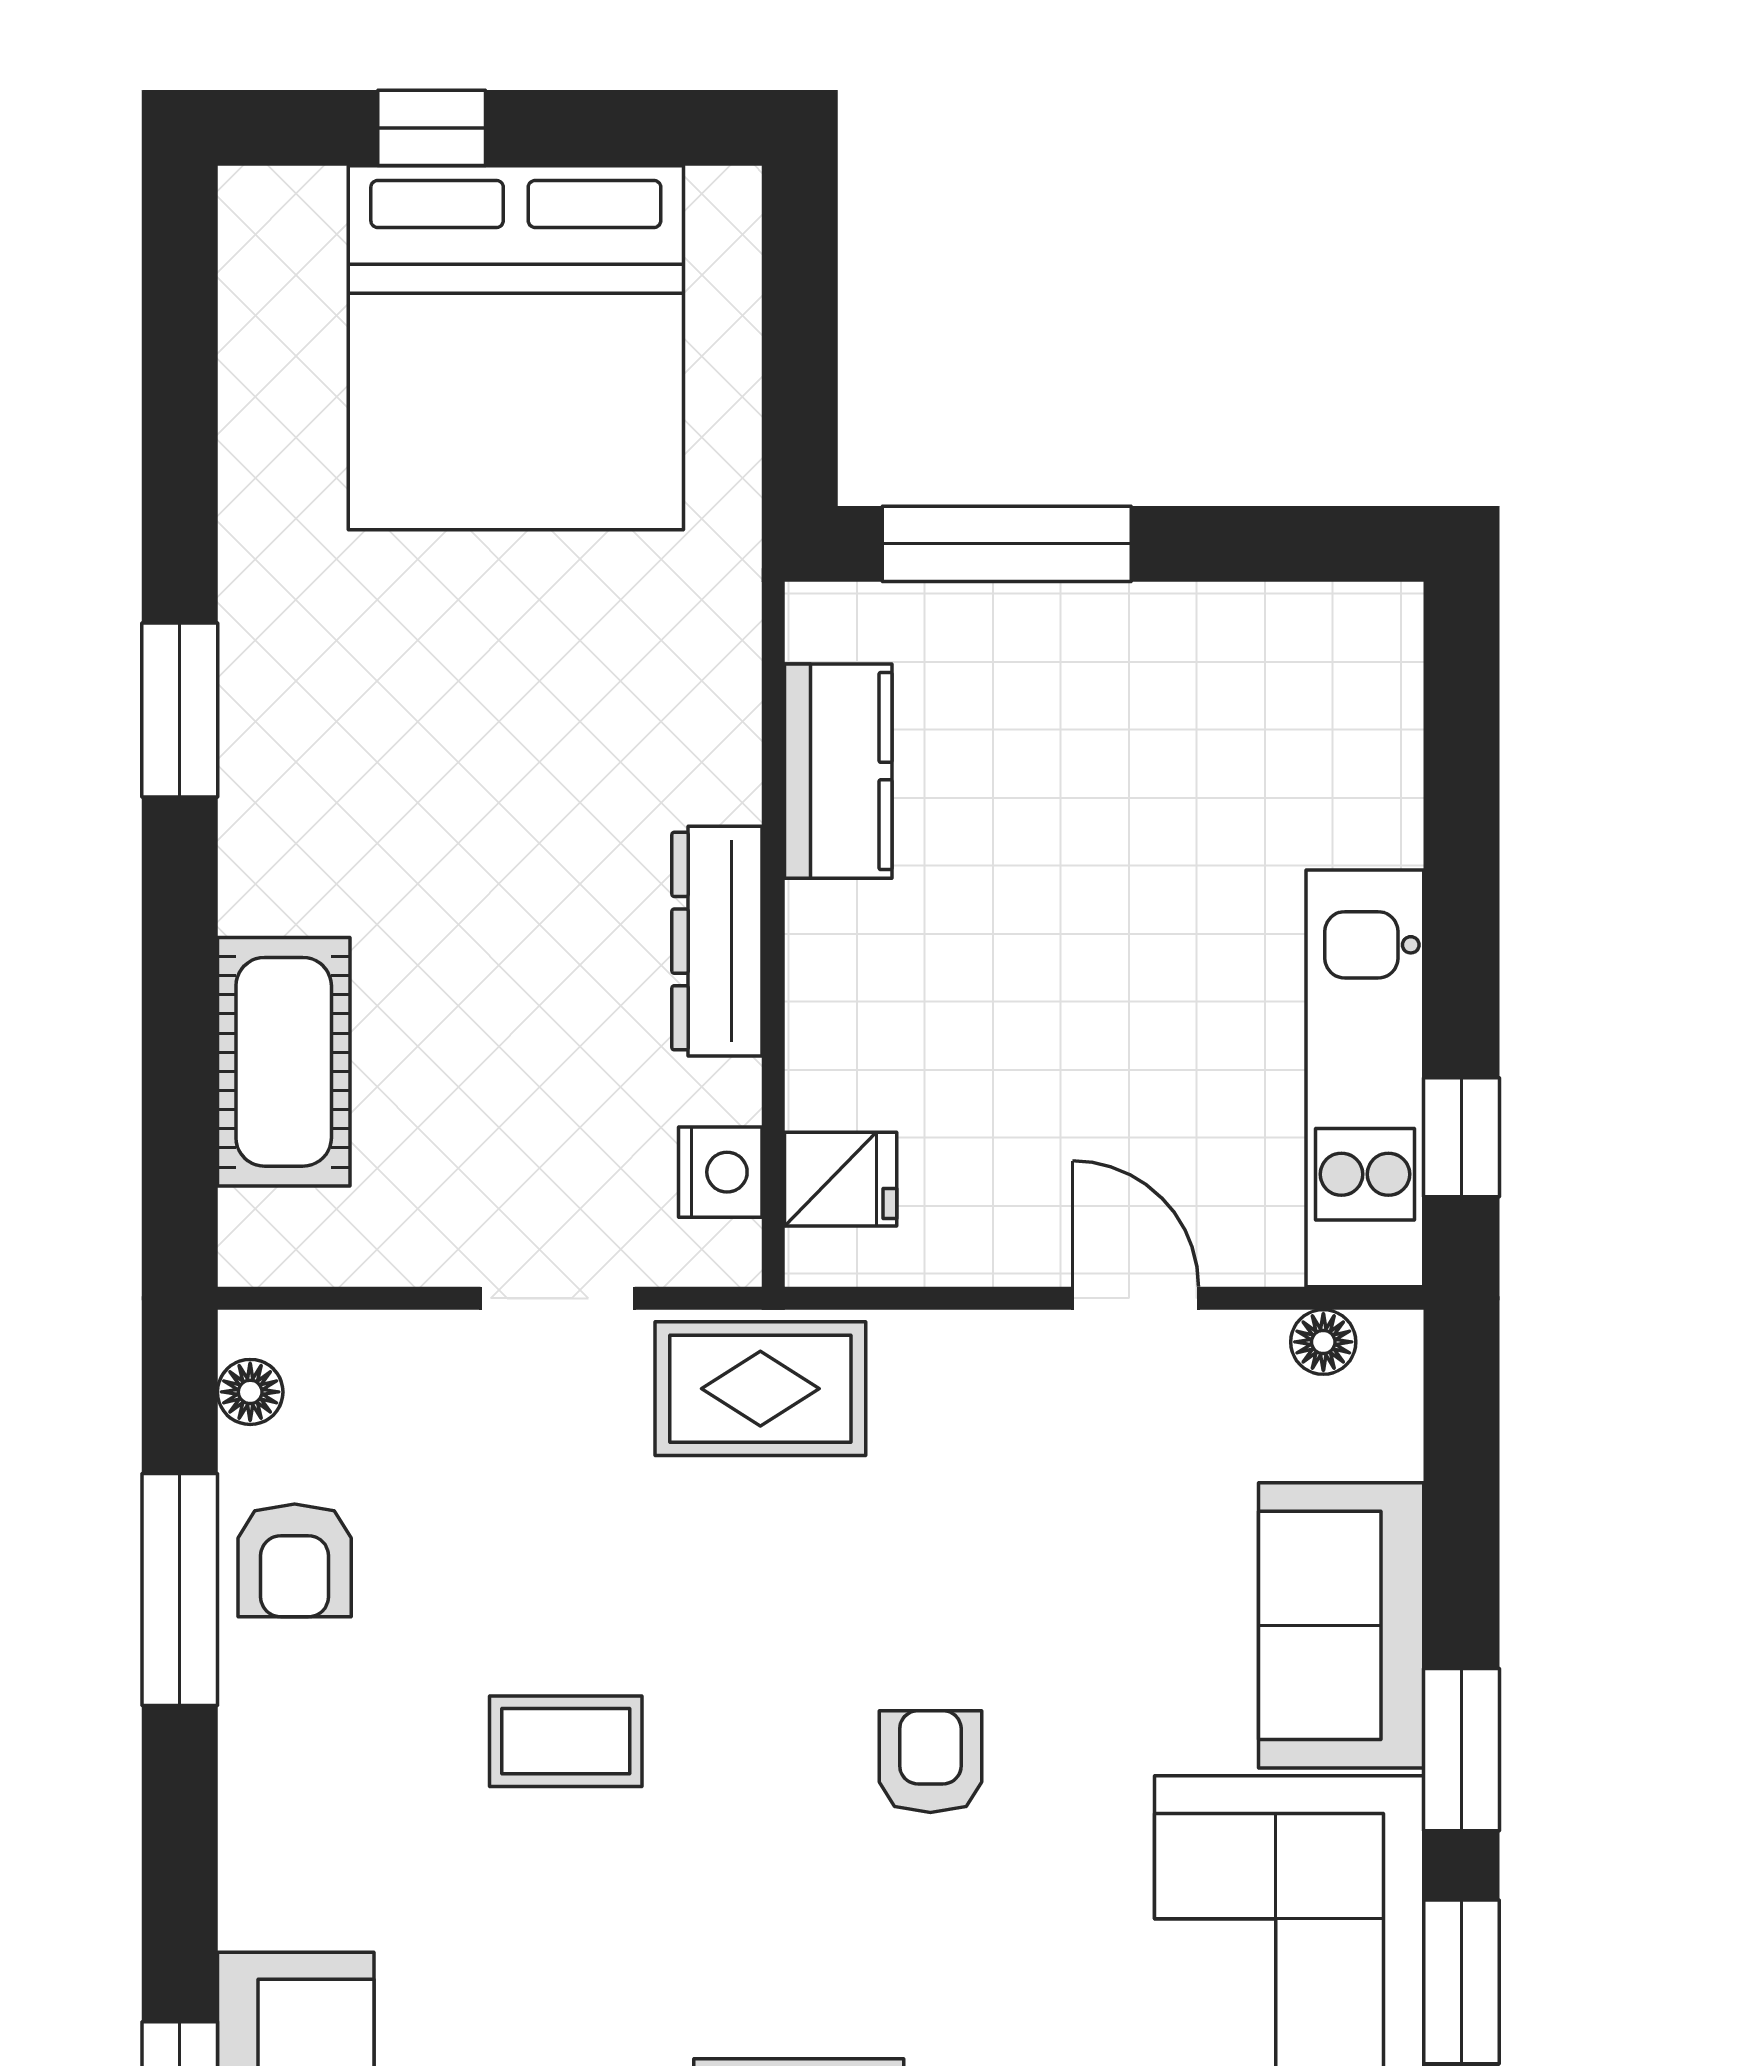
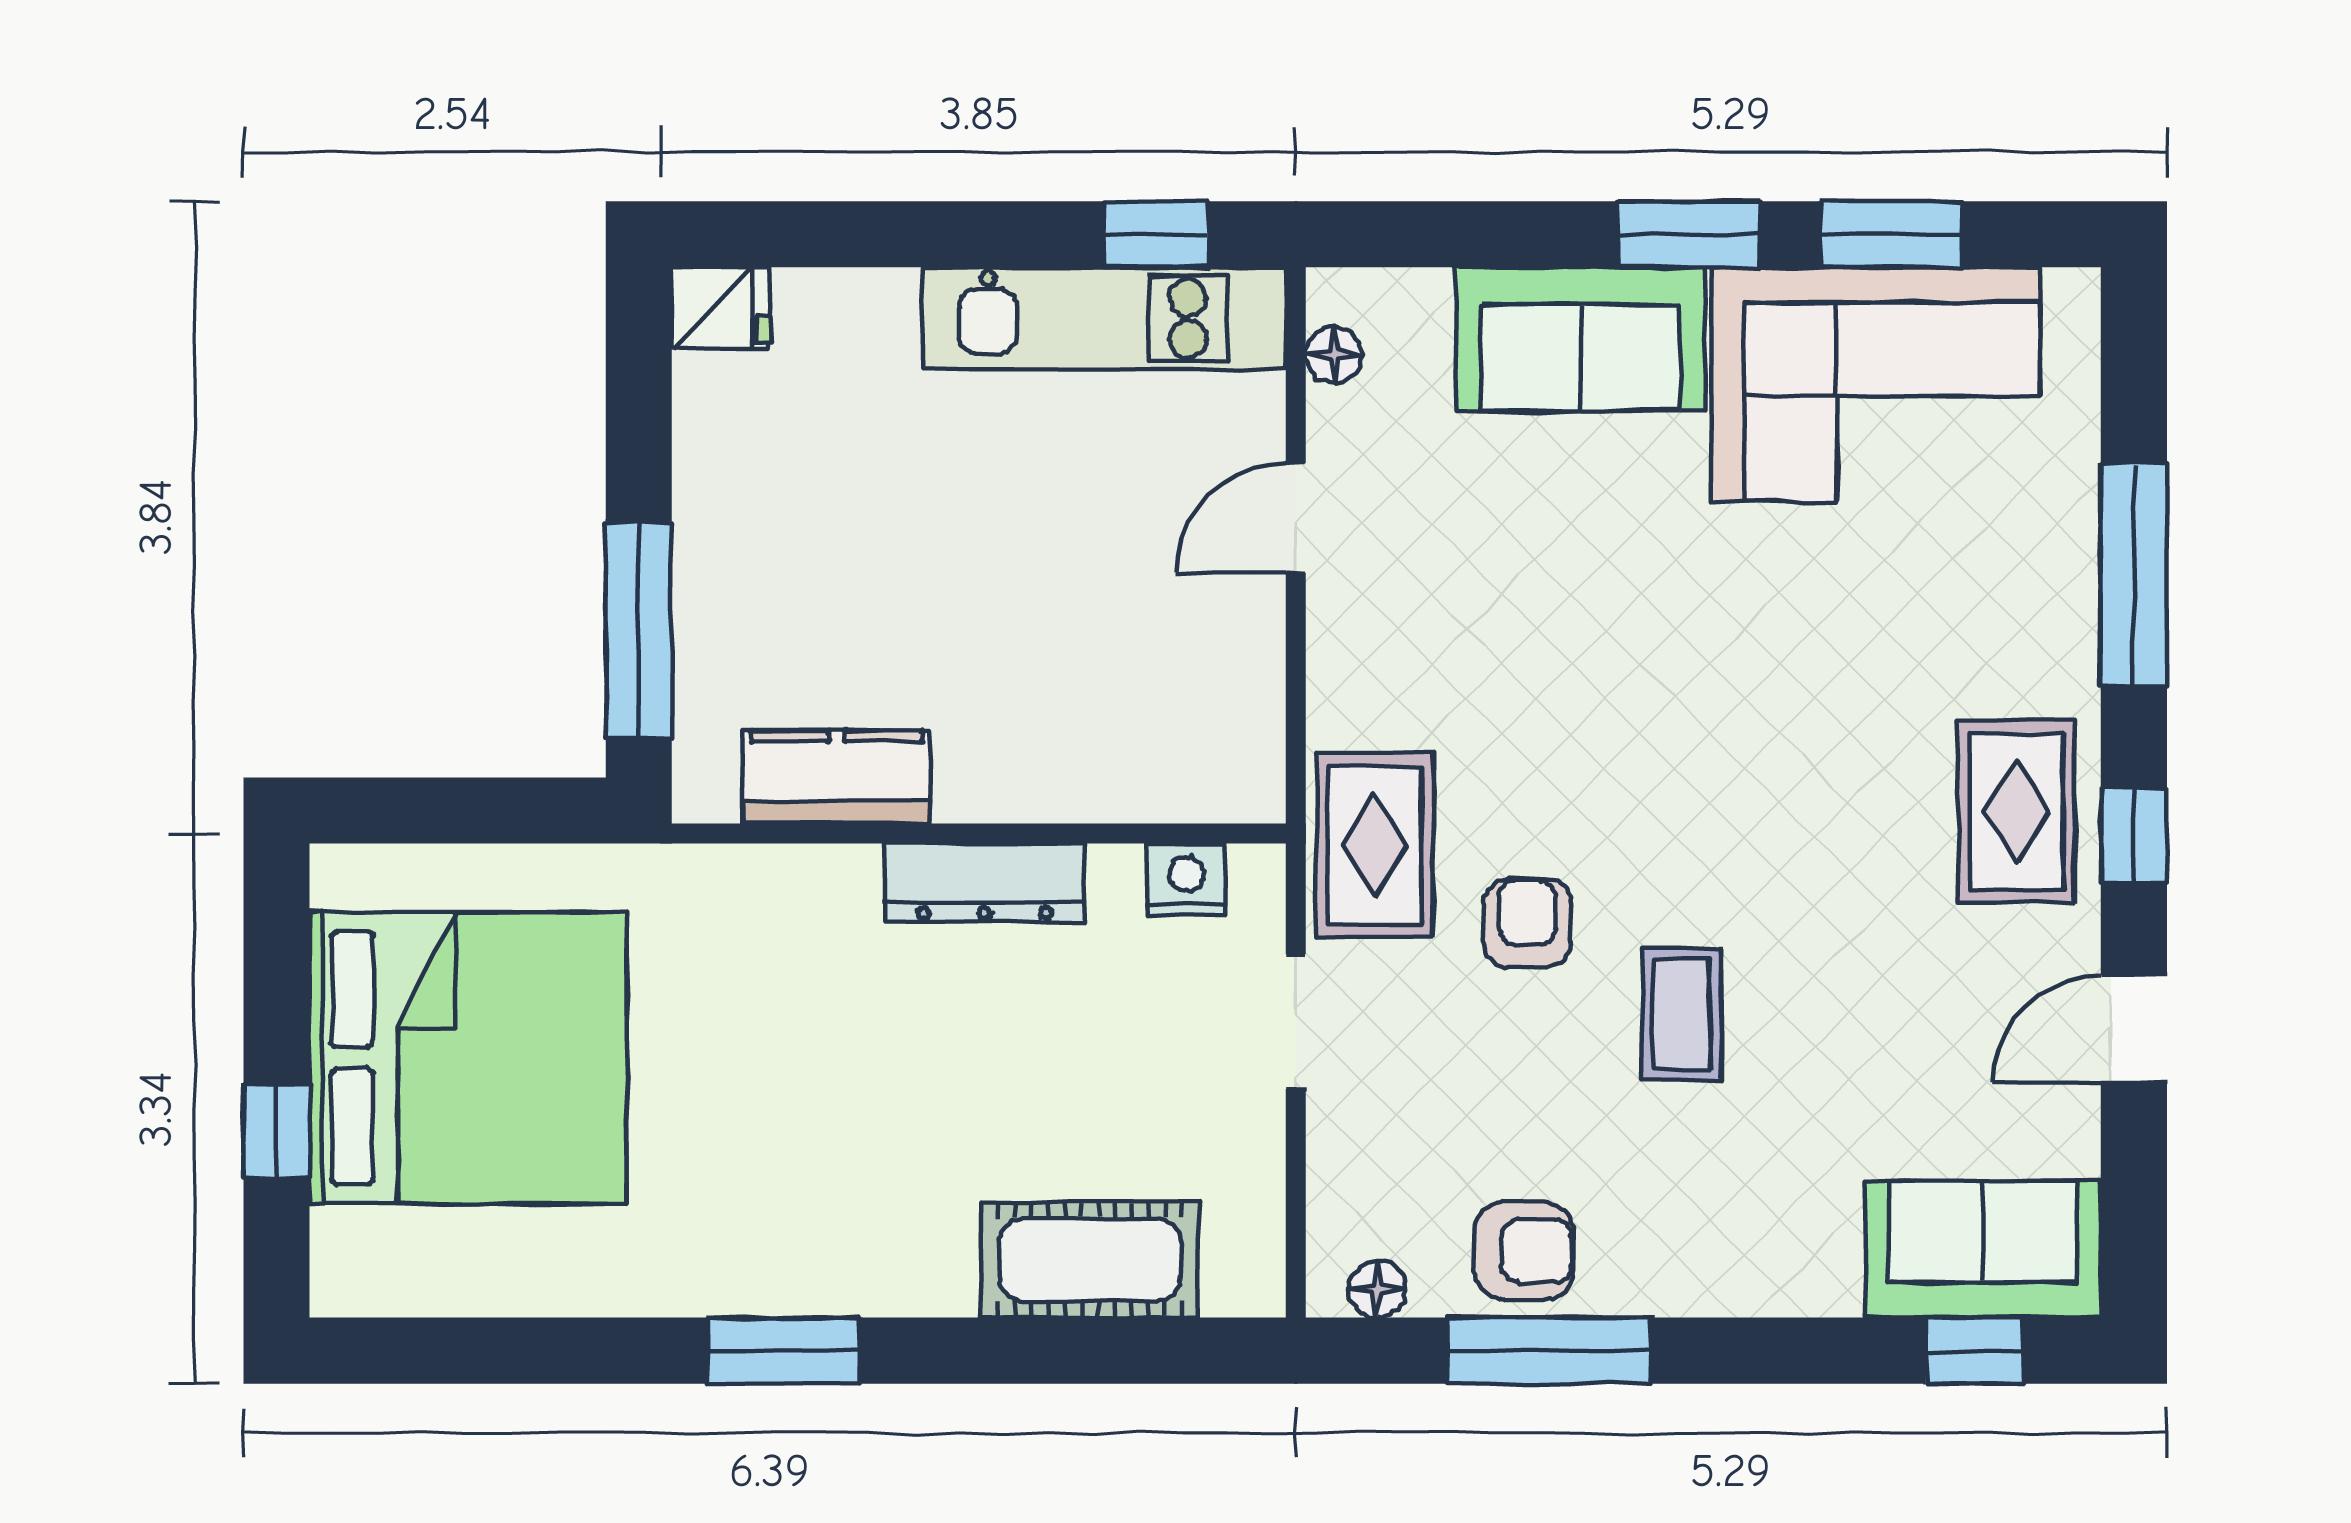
fridge: (841, 1179) -> (720, 308), moved, turned 90
armchair: (930, 1762) -> (1527, 923), moved, turned 90

